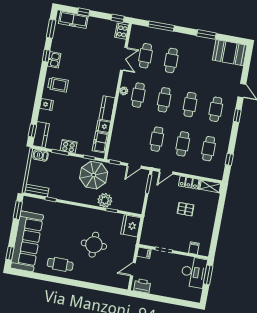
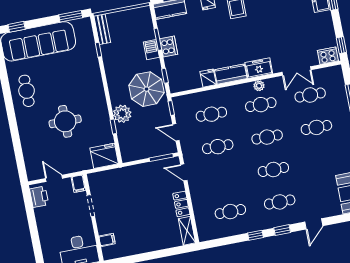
freezer: (100, 142) -> (259, 68), moved
cafe table: (183, 144) -> (211, 114), moved
barbecue: (41, 155) -> (151, 50), moved
window: (229, 159) -> (255, 235), moved
pallet: (186, 209) -> (149, 212), removed

